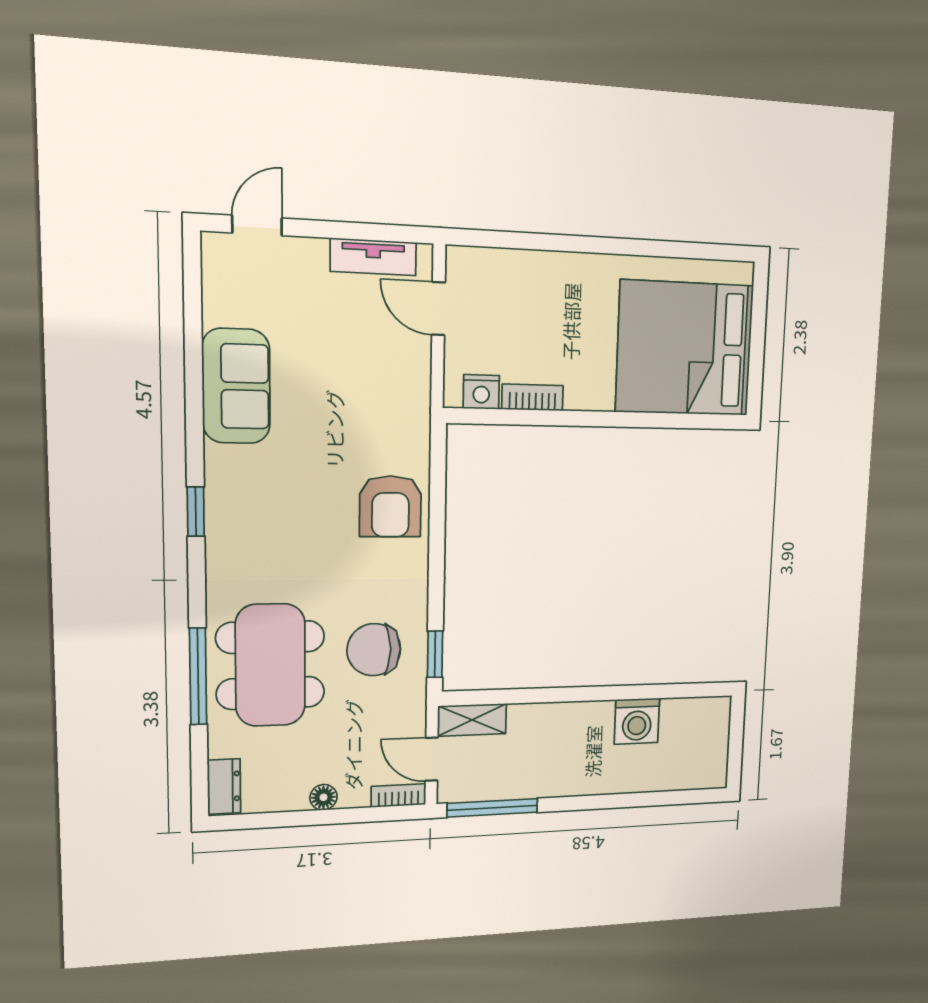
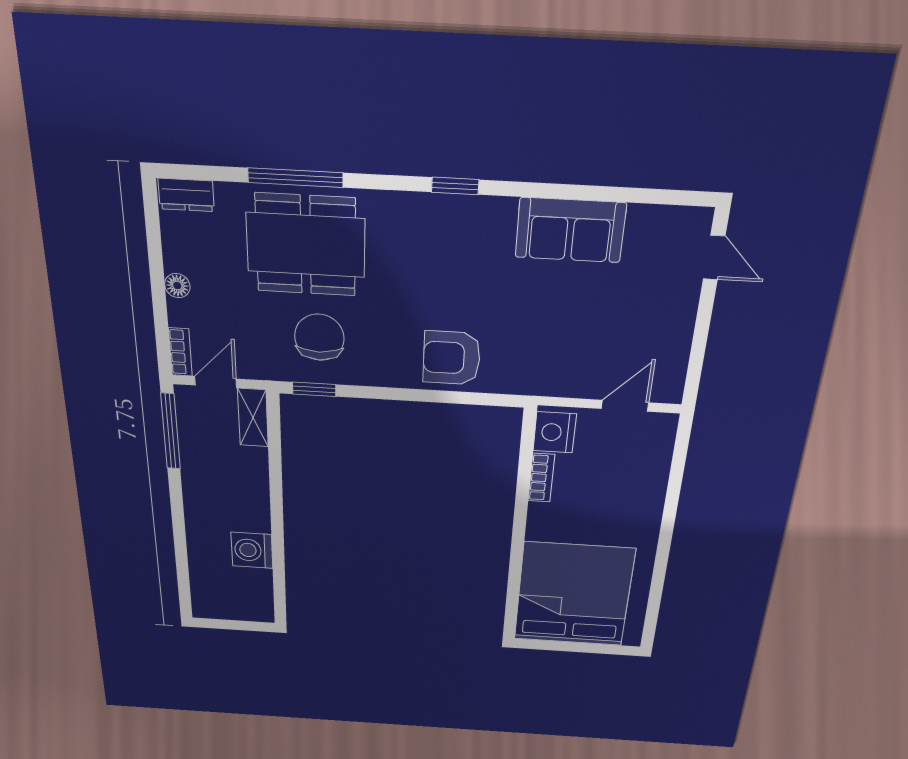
tv unit: (373, 257) -> (675, 355), removed
nightstand: (481, 392) -> (555, 432), width x1.36, depth x1.33

